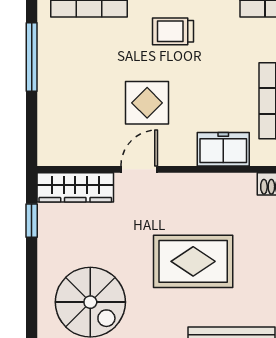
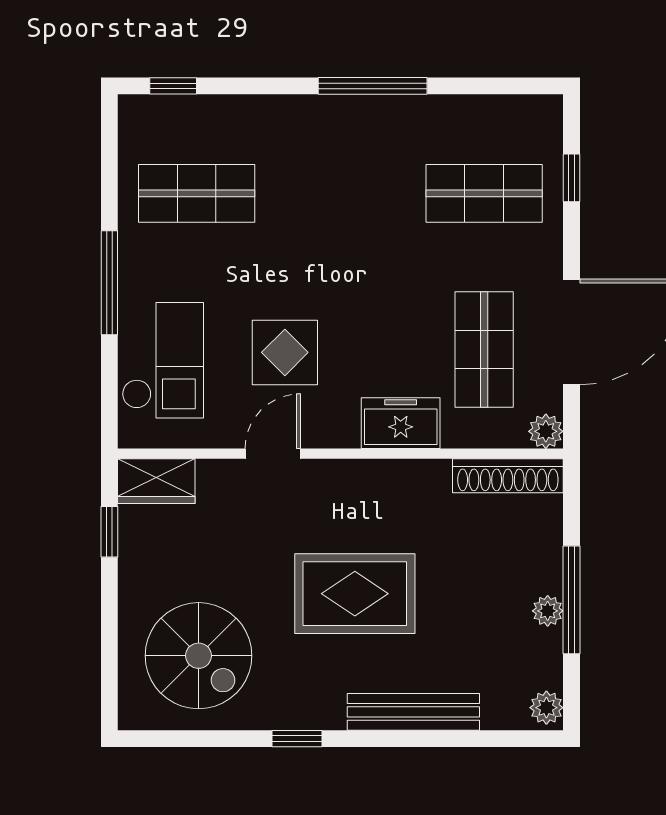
trolley: (173, 31) -> (324, 244), removed
checkout: (67, 108) -> (163, 360), added
wardrobe: (75, 187) -> (156, 481), width x0.67

